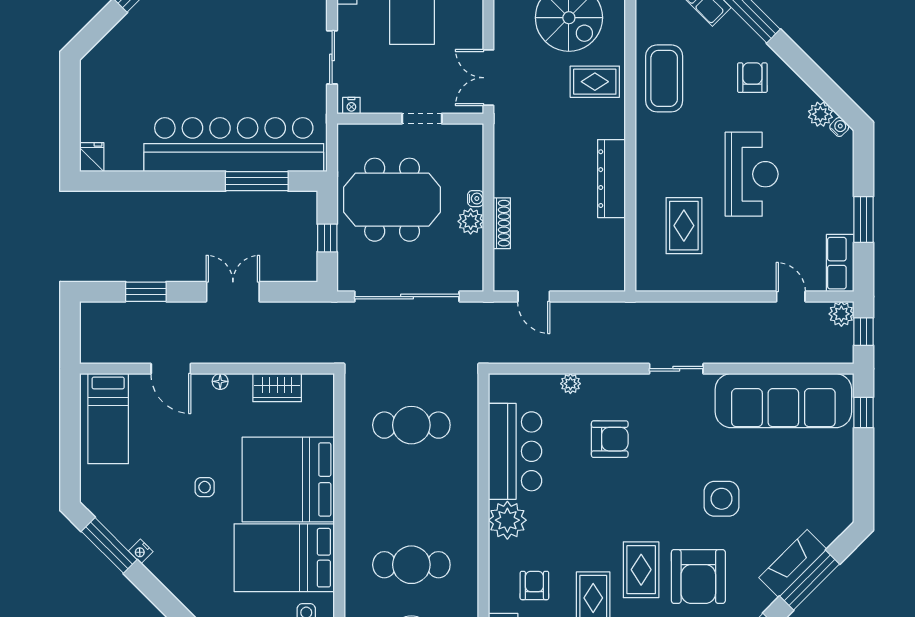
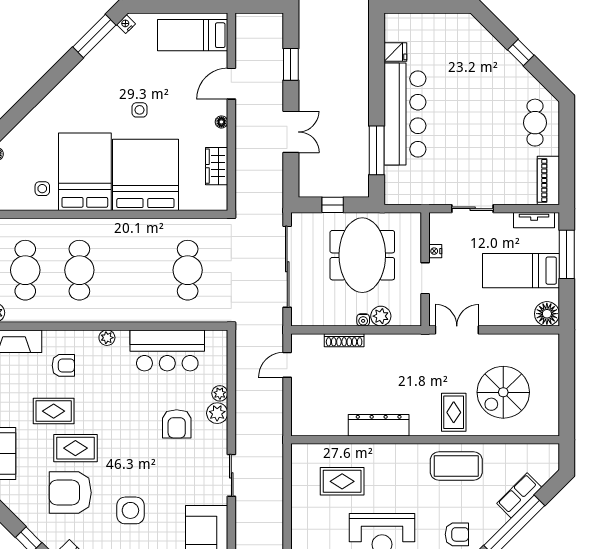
nightstand: (351, 106) -> (435, 251), moved
bar counter: (234, 145) -> (405, 114), width x0.73
fridge: (92, 157) -> (395, 52), moved
plant: (471, 221) -> (381, 316), moved
plant: (596, 387) -> (217, 413), added
plant: (507, 520) -> (107, 338), width x0.53, depth x0.53
nightstand: (141, 551) -> (126, 24), moved

